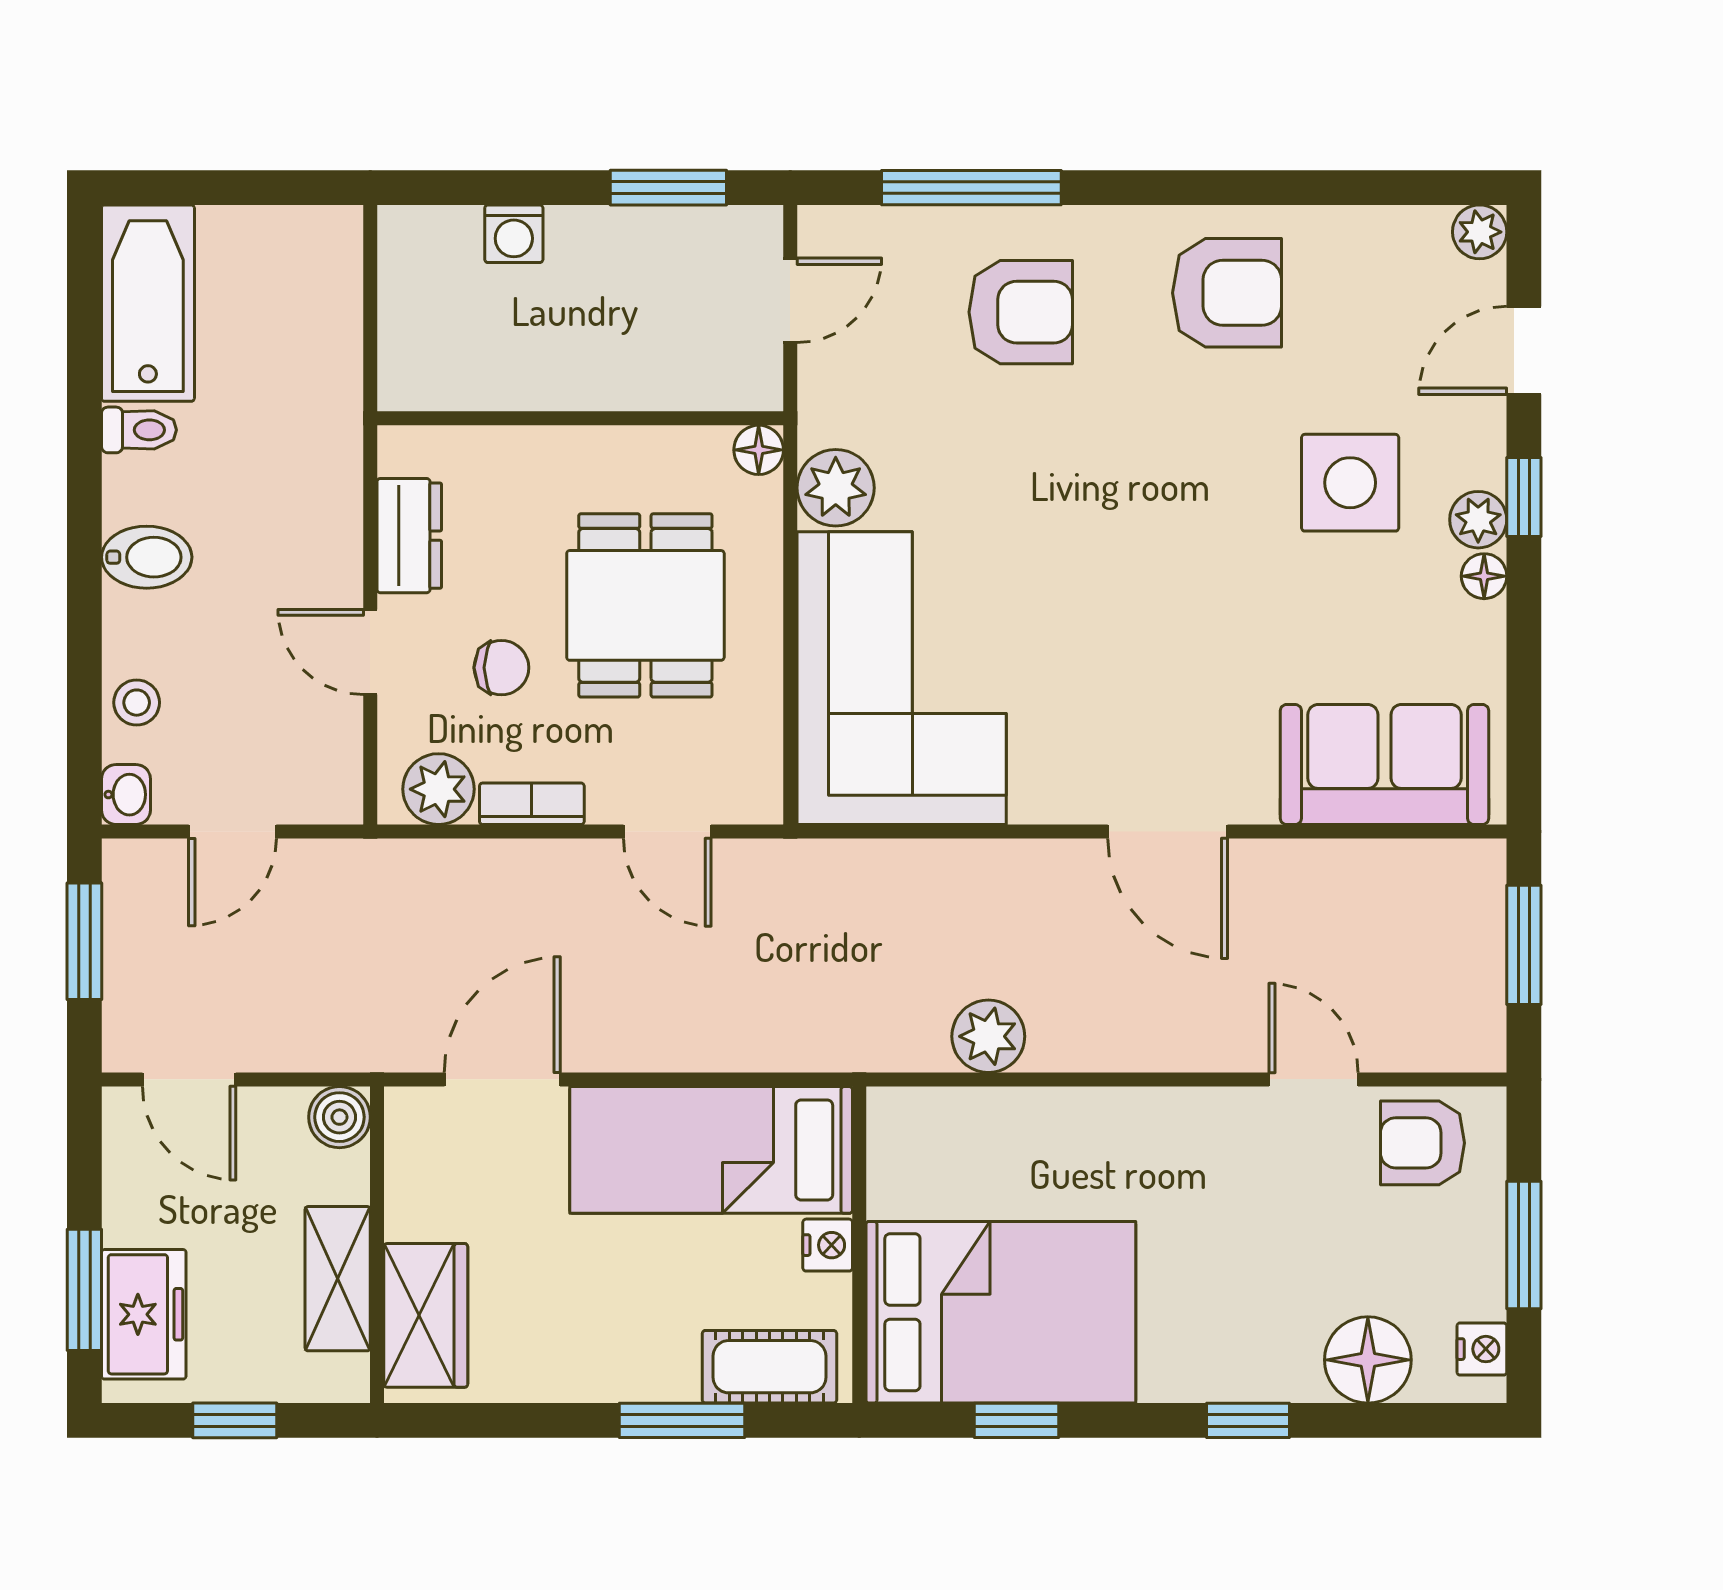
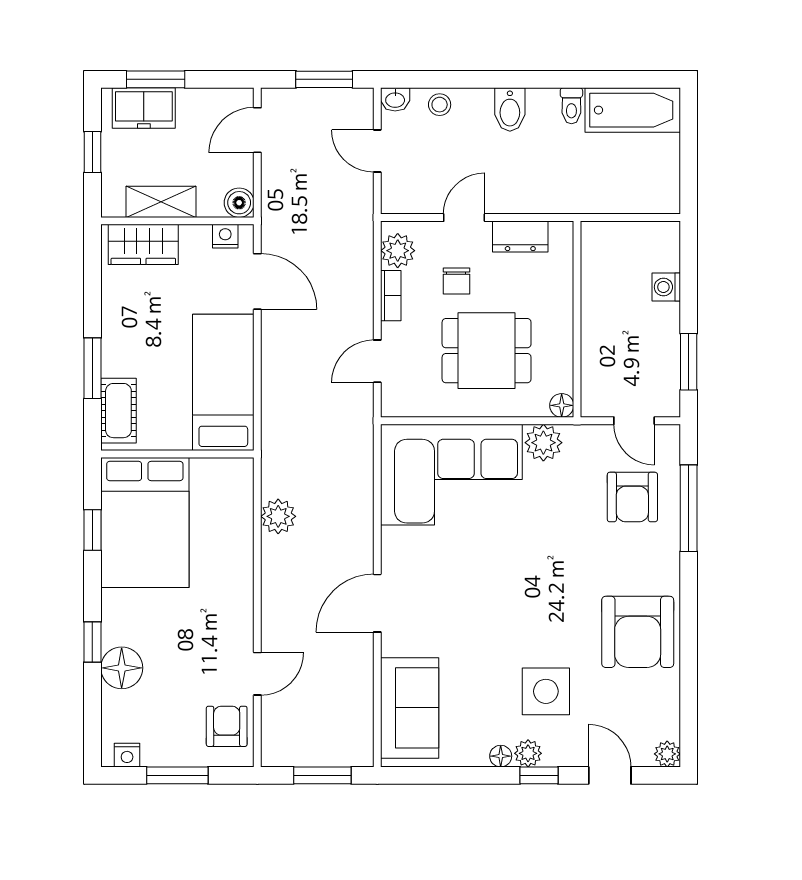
armchair: (1227, 293) -> (638, 632), width x1.36, depth x1.36
armchair: (1021, 312) -> (632, 497), moved
nightstand: (828, 1245) -> (225, 236), moved, turned 180
floor lamp: (1368, 1360) -> (122, 668), moved

